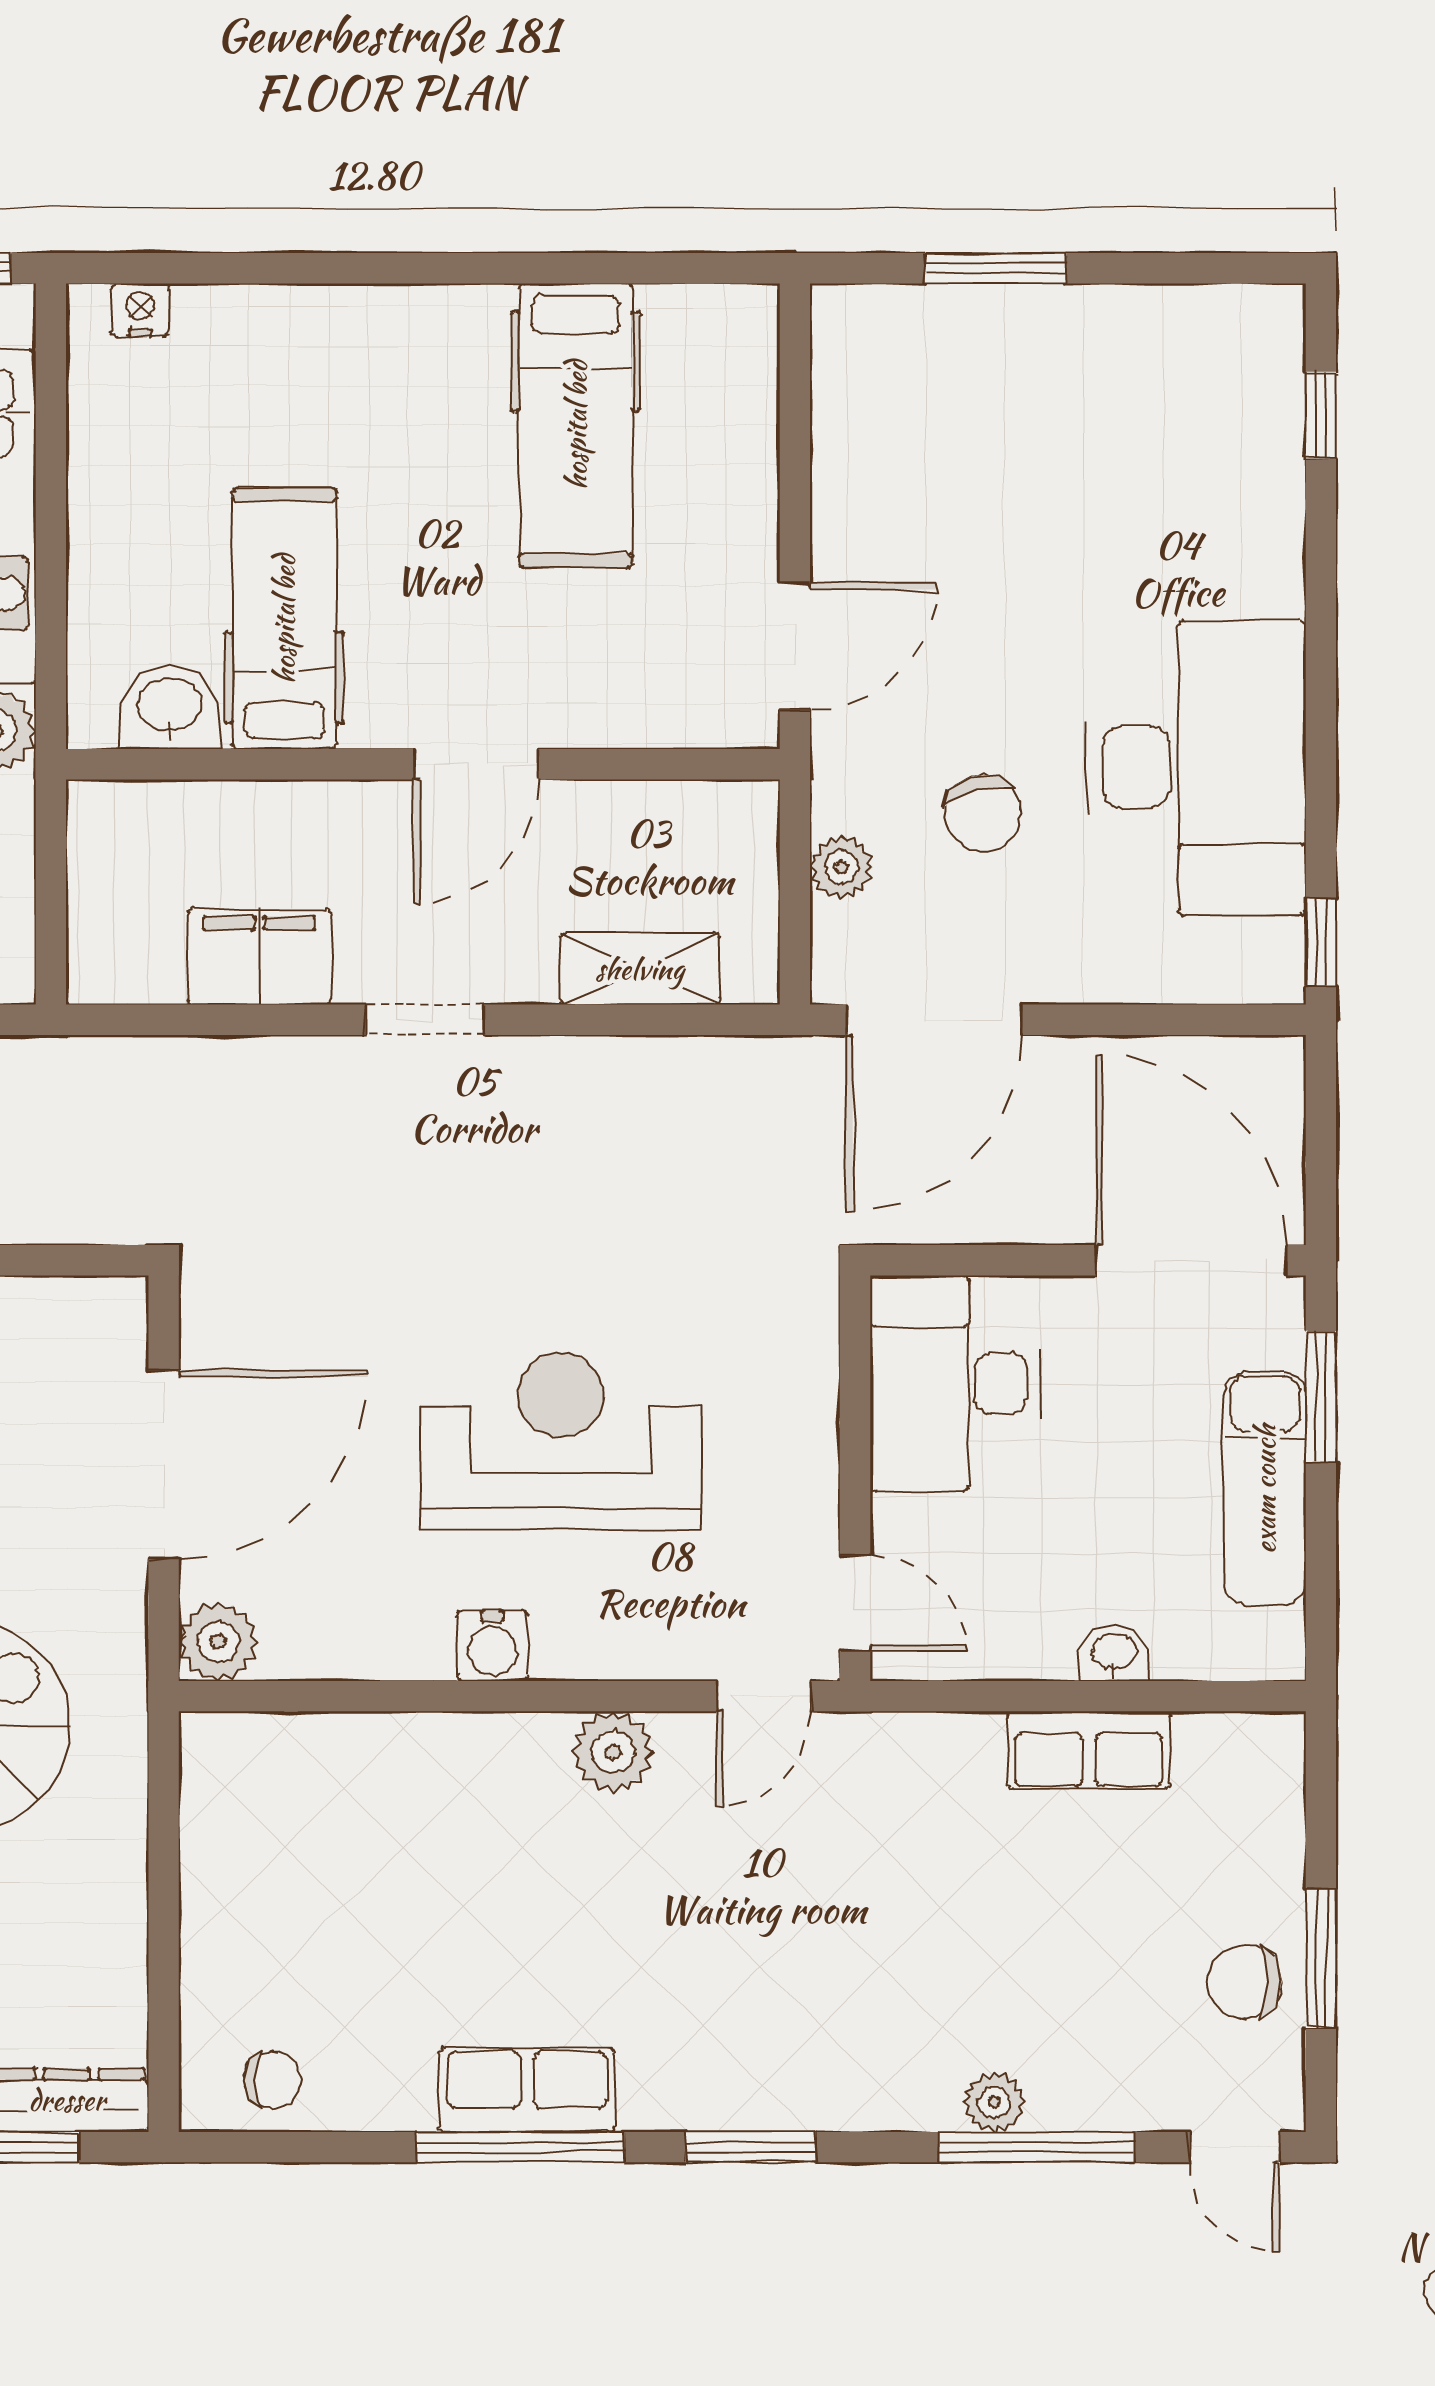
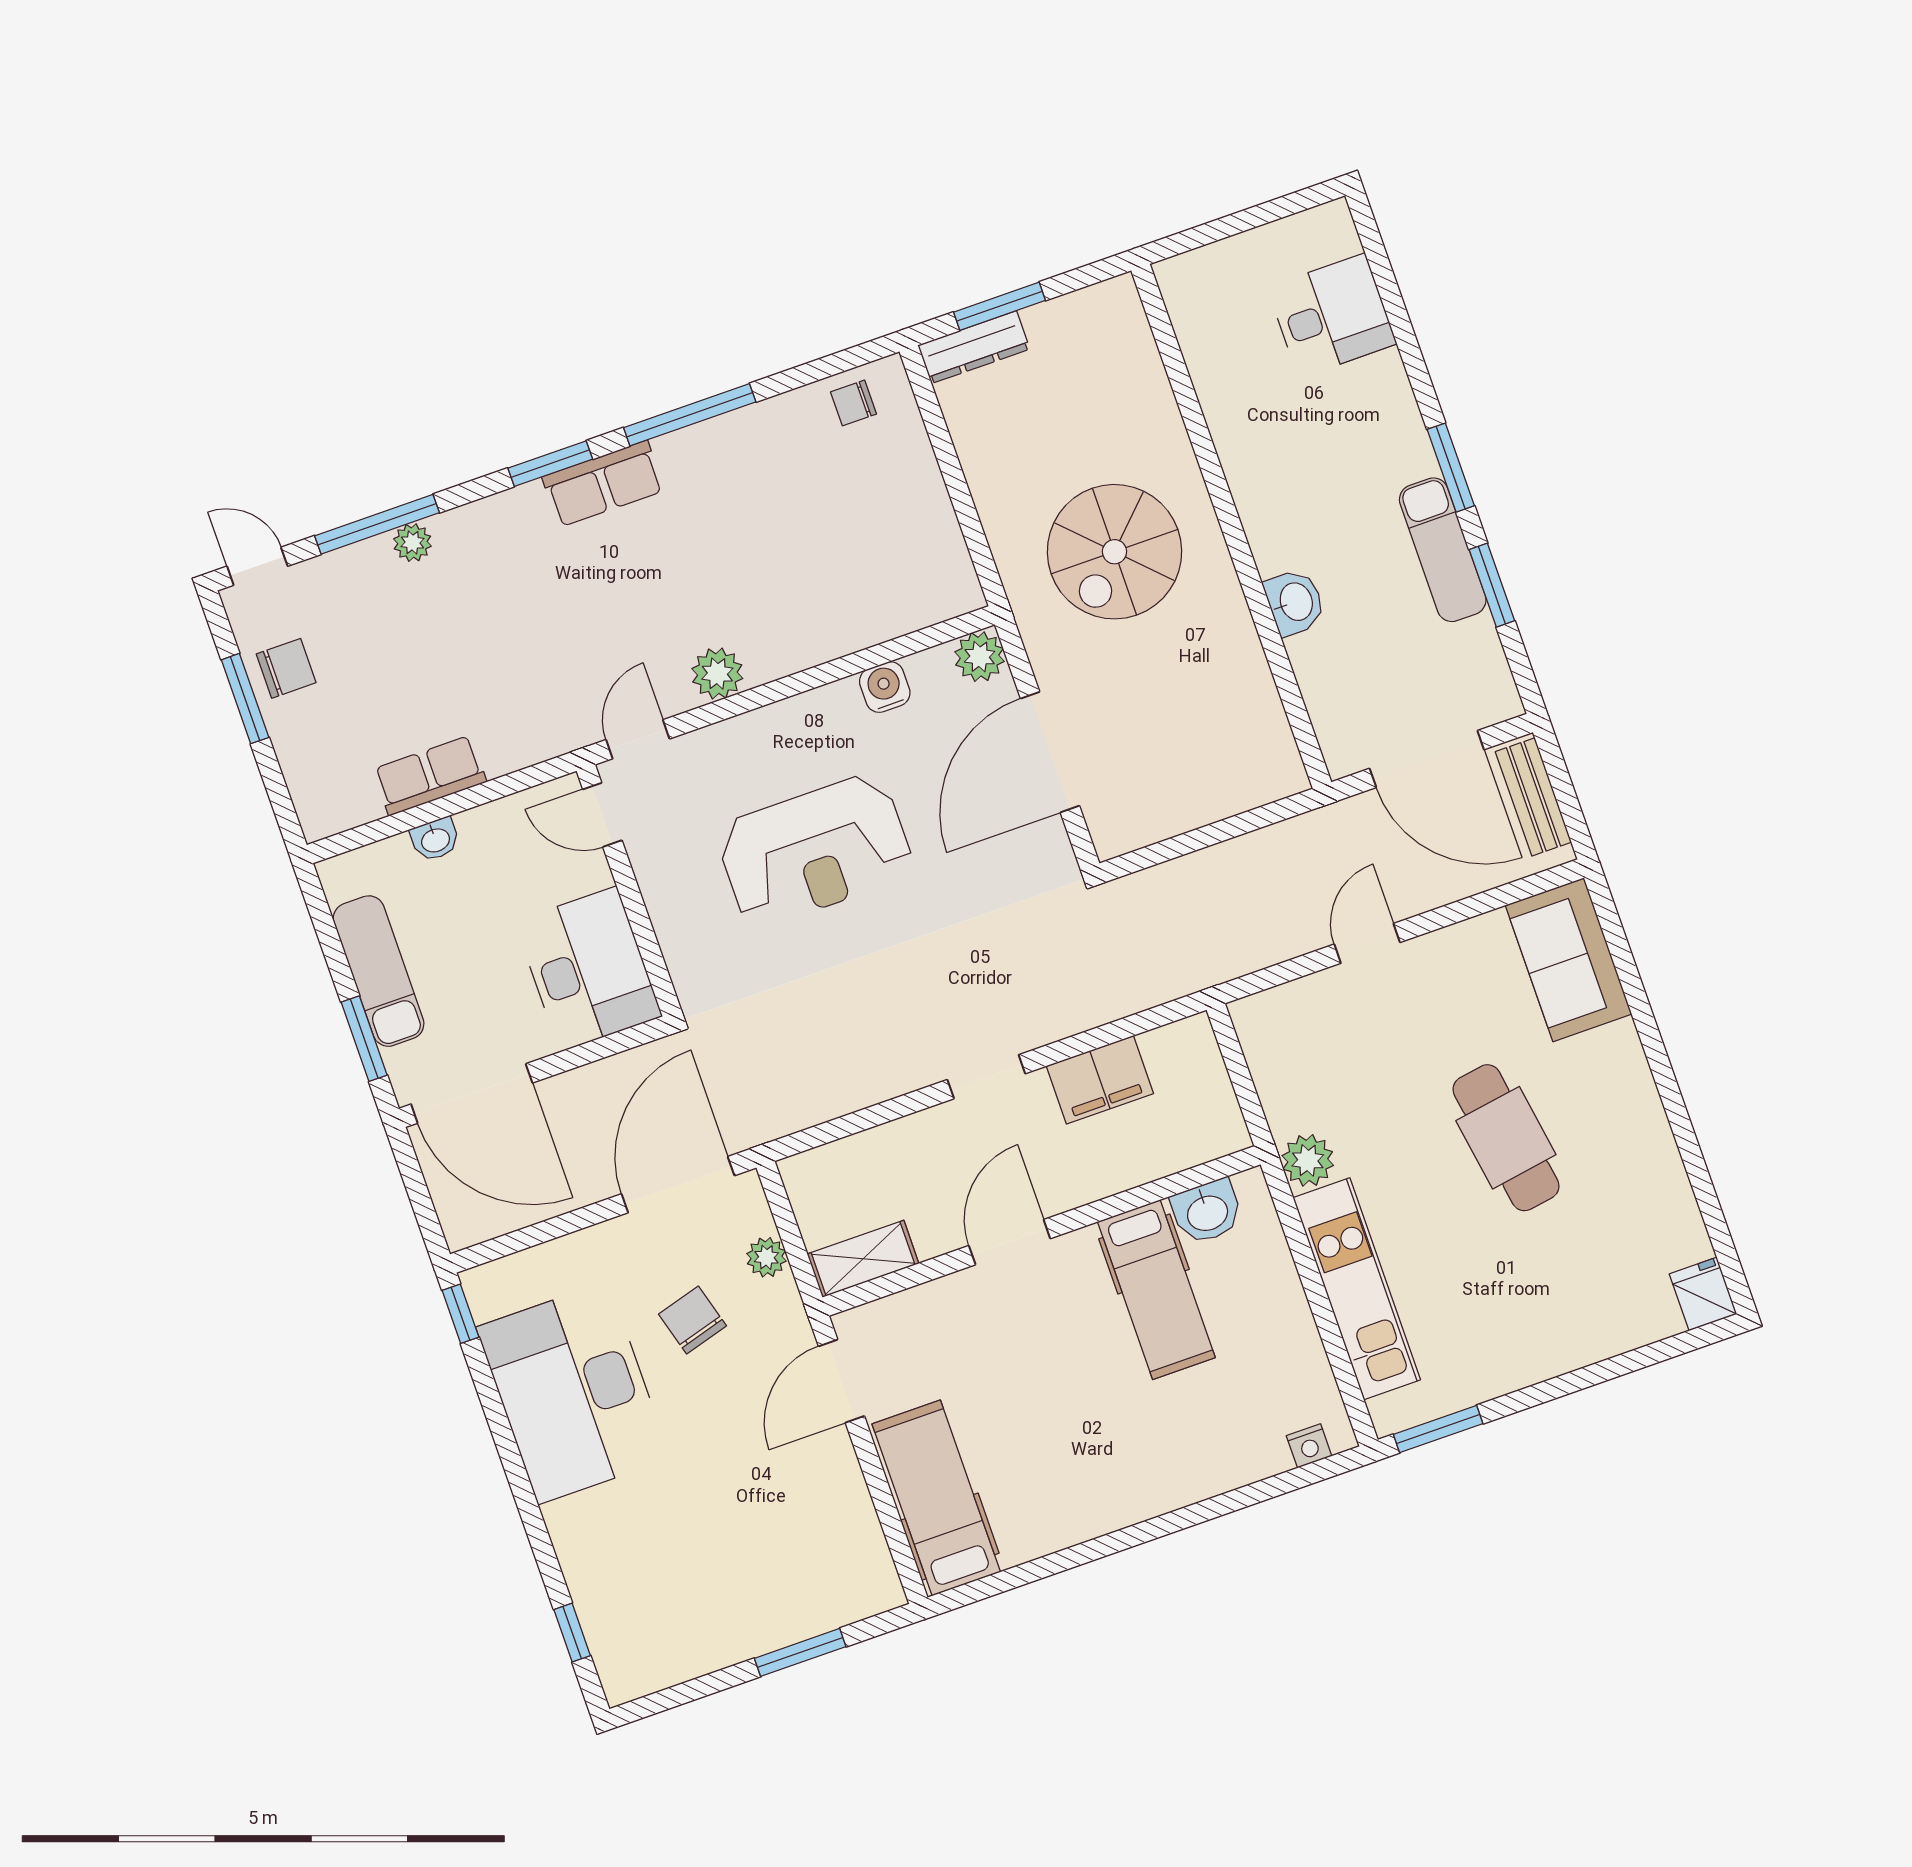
hospital bed: (576, 425) -> (936, 1498), moved
shelving: (640, 969) -> (863, 1259), moved
water cooler: (492, 1646) -> (885, 687), moved
row of seats: (527, 2090) -> (603, 484), moved

